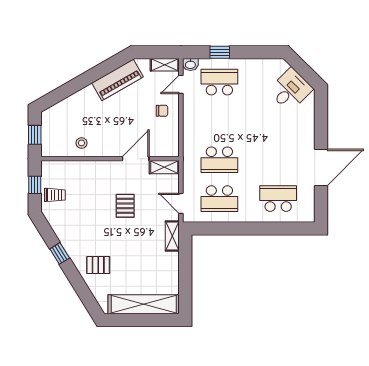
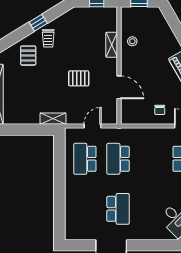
shelving: (164, 167) -> (112, 45), moved
trolley: (55, 195) -> (48, 38), moved
school desk: (278, 199) -> (118, 209), moved
door: (181, 203) -> (93, 126), moved

